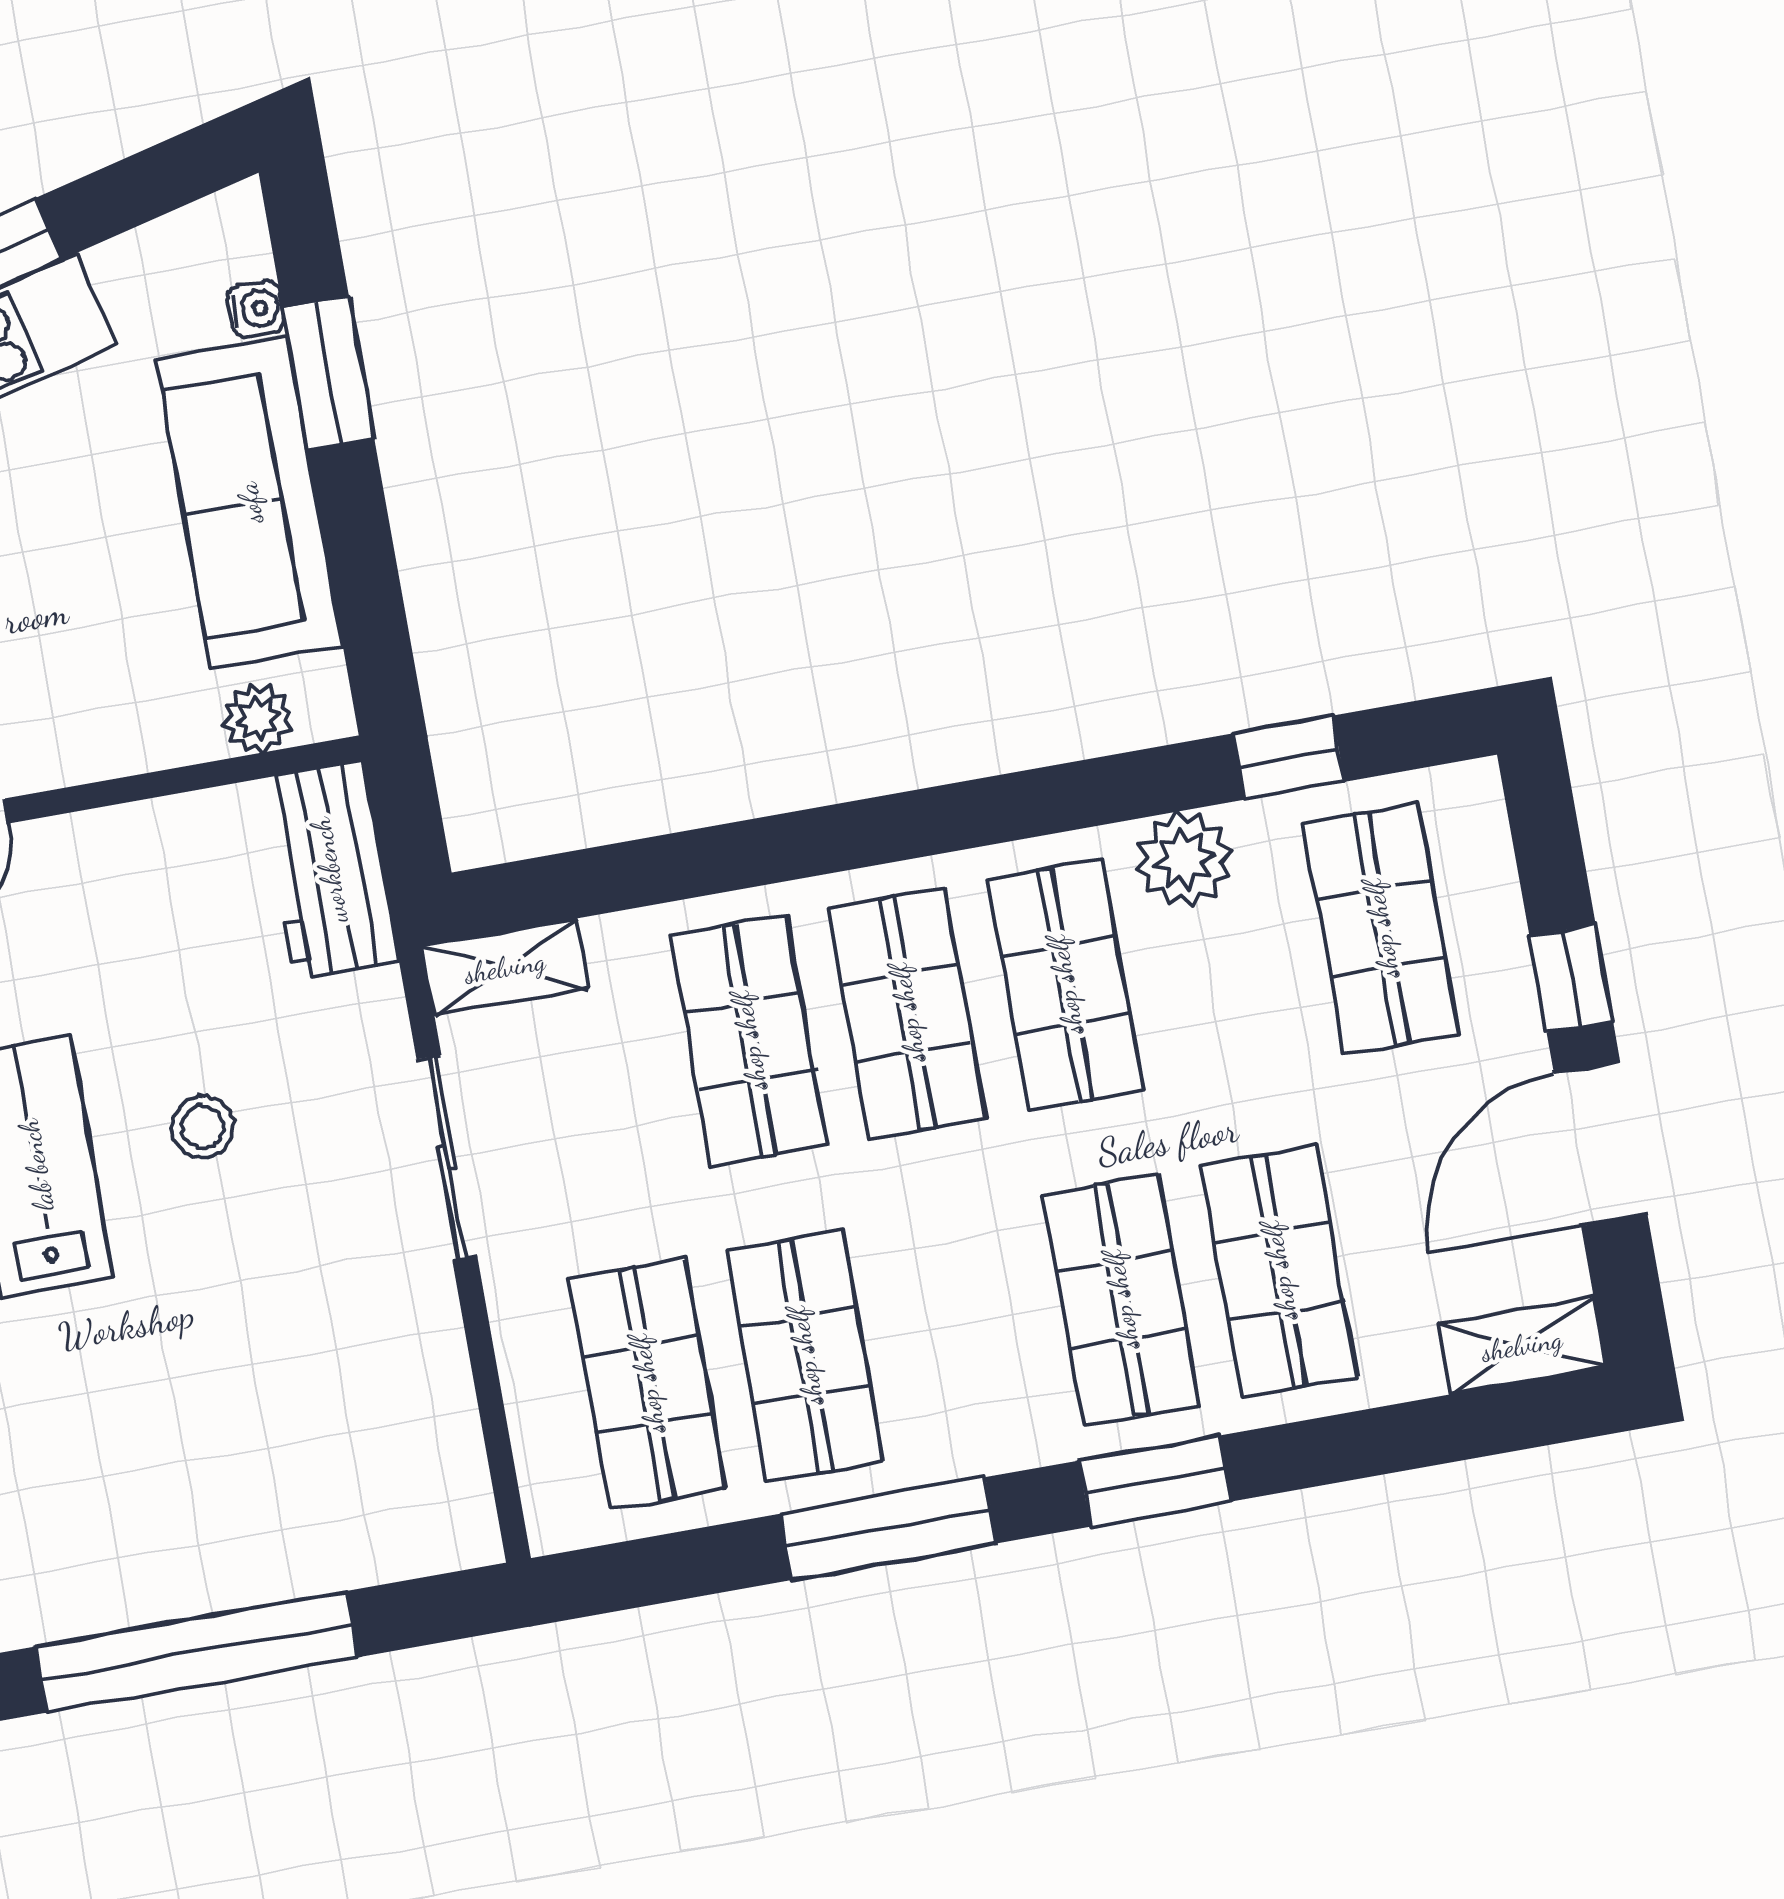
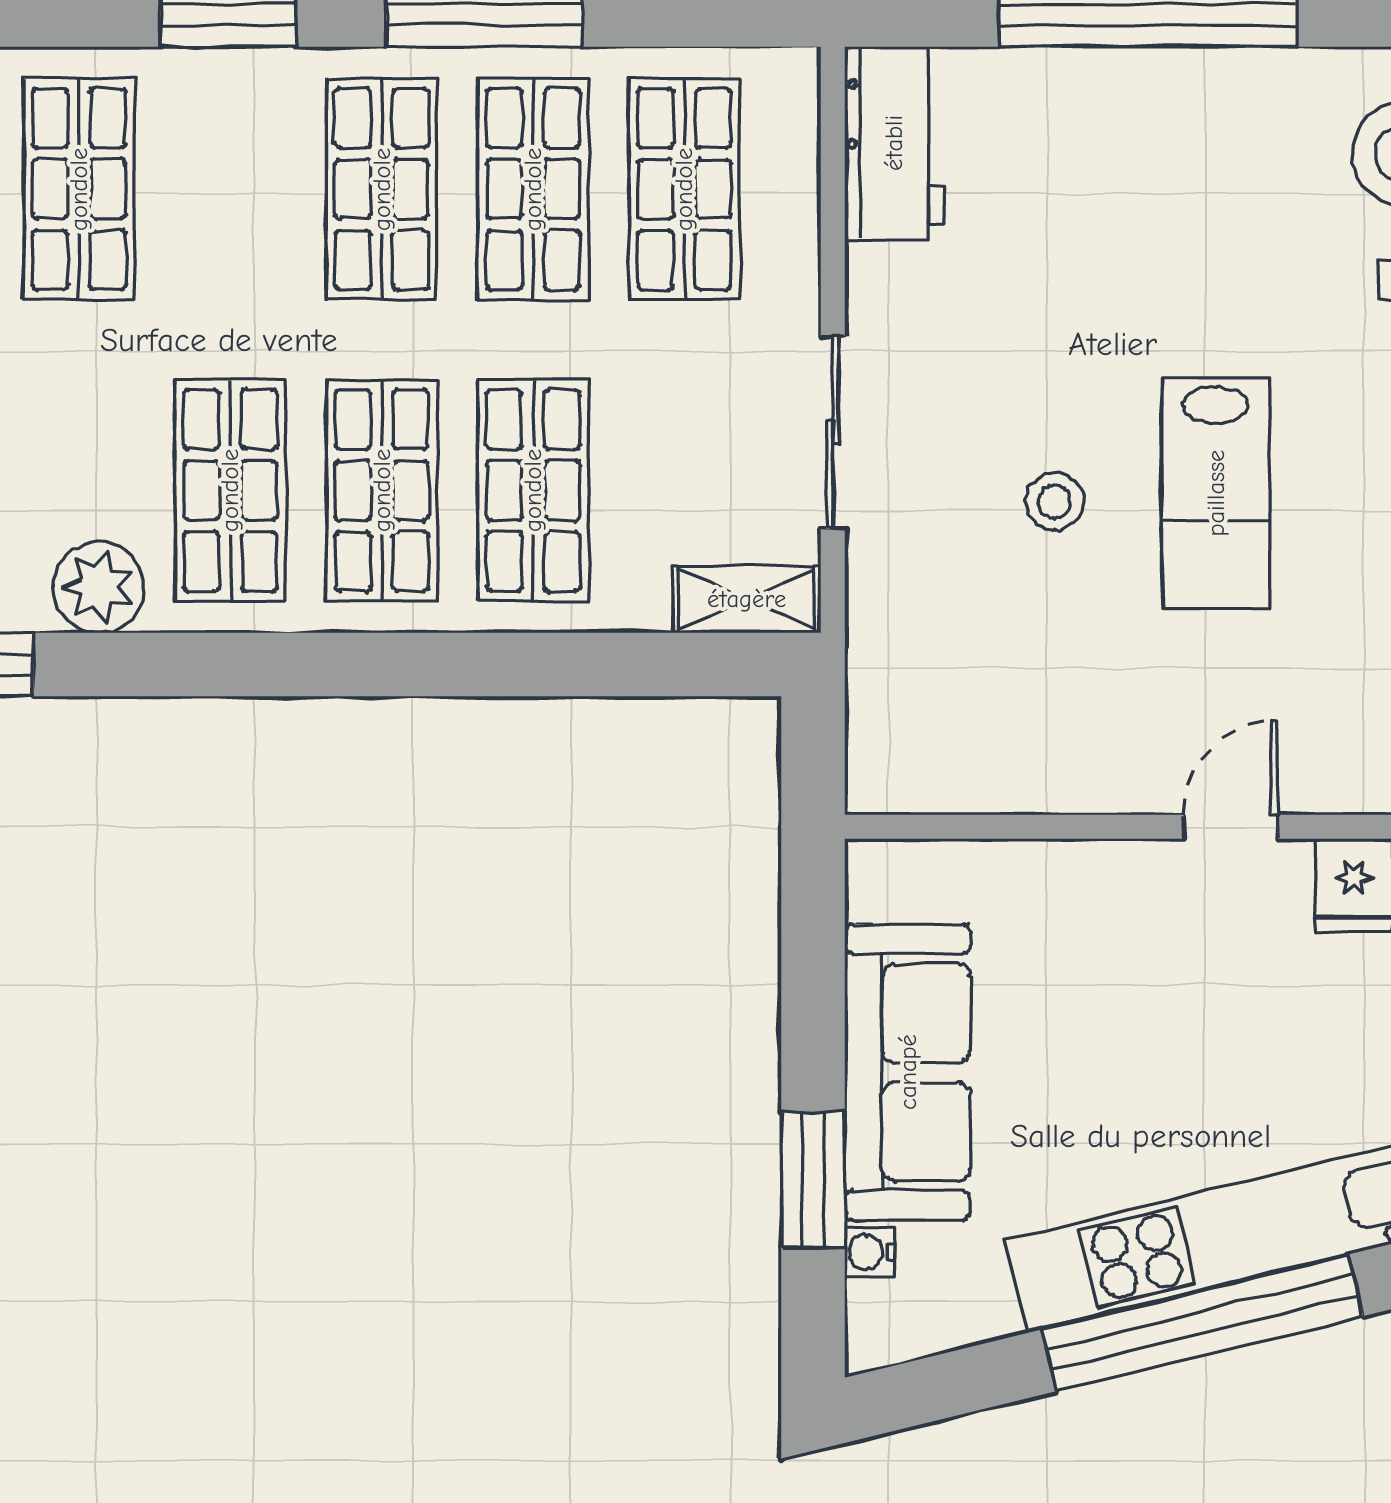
plant: (258, 718) -> (936, 871), removed
workbench: (329, 870) -> (894, 143), moved
shop shelf: (1121, 1300) -> (382, 189), moved

